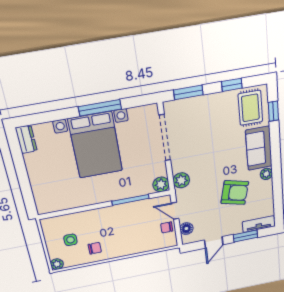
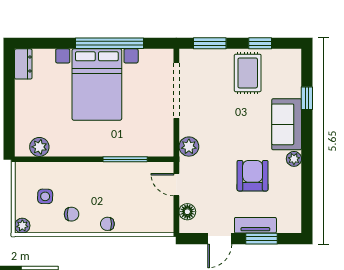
window: (100, 108) -> (109, 43), width x1.46
rug: (250, 108) -> (248, 73), moved
window: (273, 111) -> (307, 98), moved
plant: (161, 184) -> (39, 147), moved
armchair: (235, 193) -> (253, 176), turned -104
tv unit: (259, 224) -> (255, 225), moved
chair: (167, 227) -> (107, 224), moved

